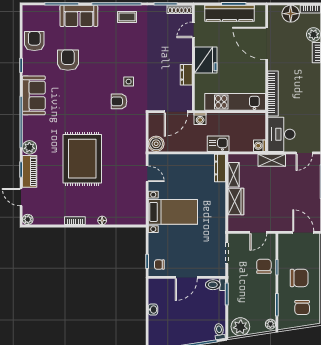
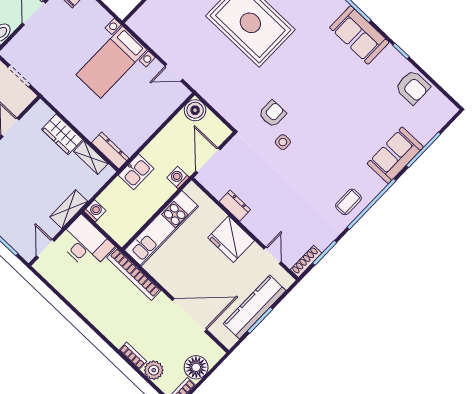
armchair: (68, 60) -> (362, 102), removed

